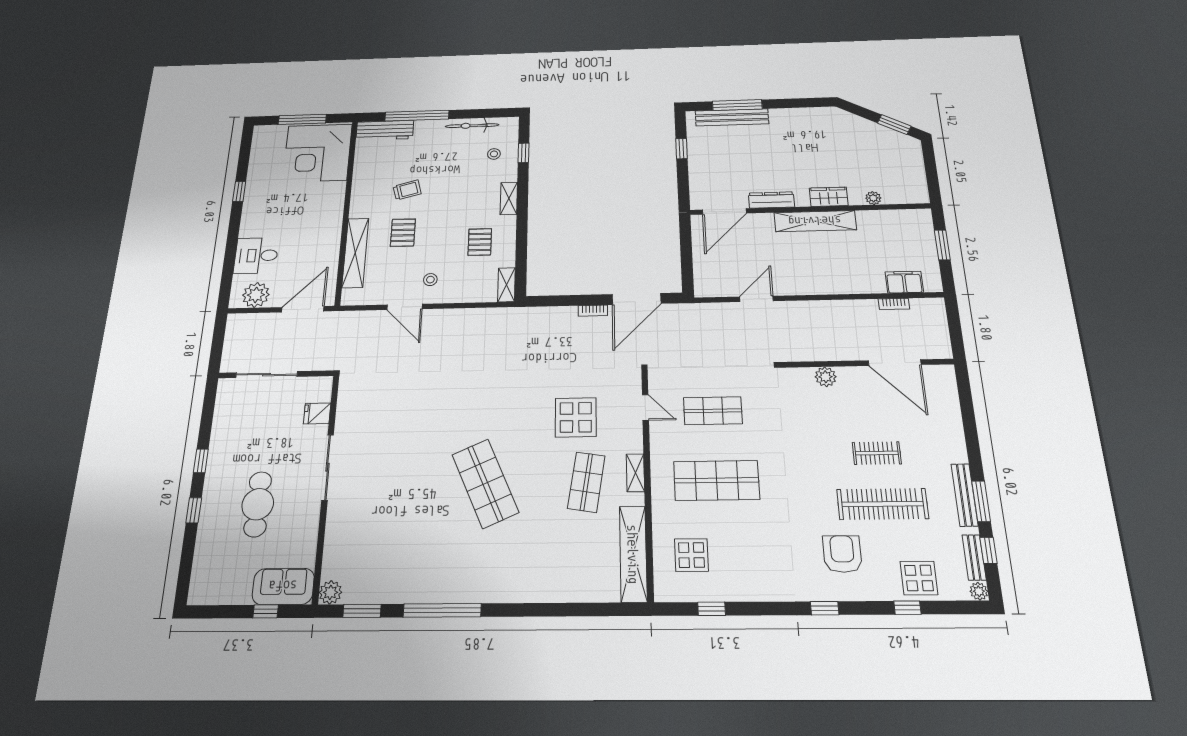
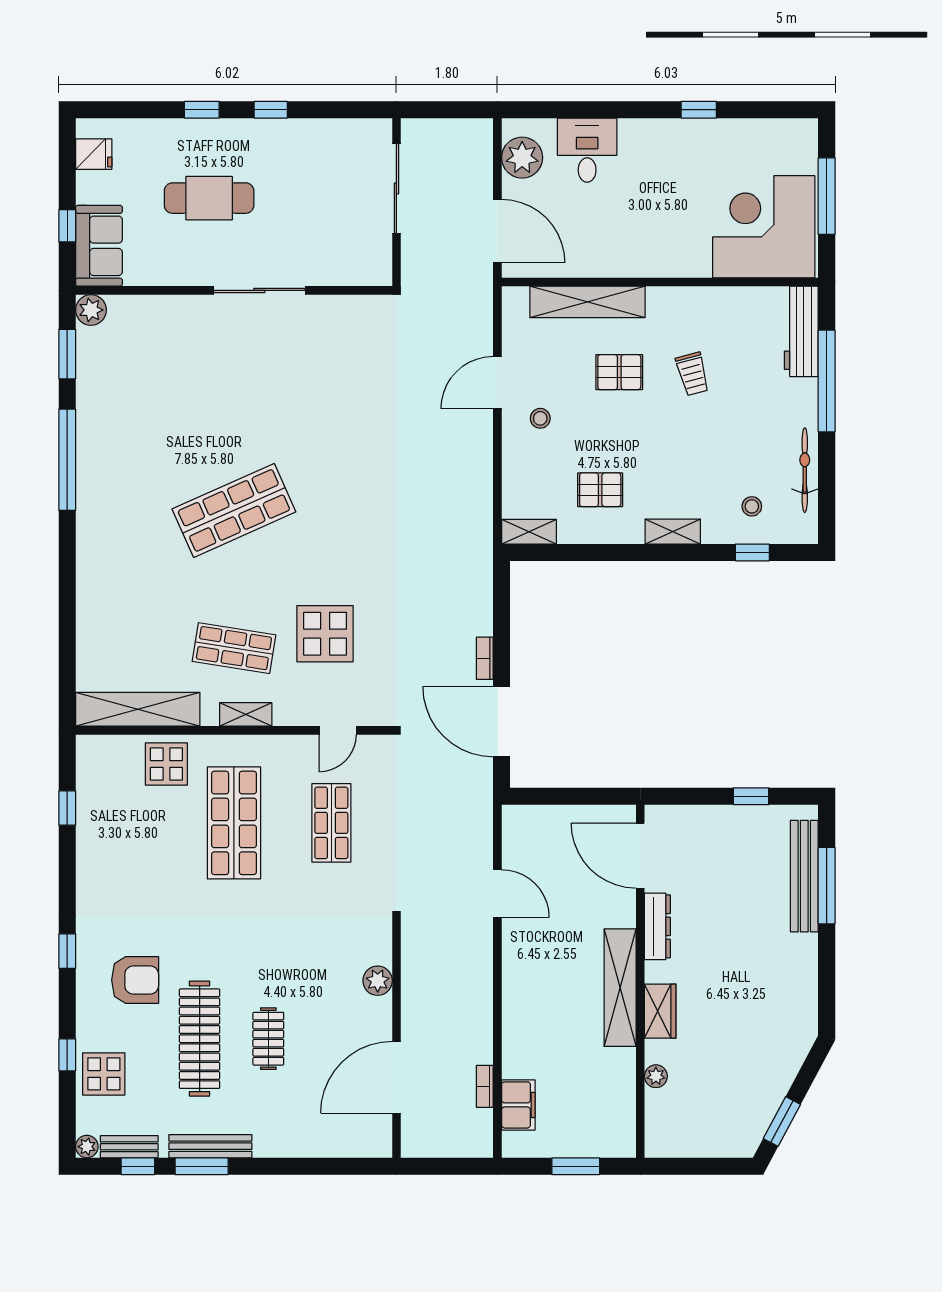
fridge: (317, 413) -> (94, 154), moved, turned 90
display table: (691, 555) -> (166, 764), moved

